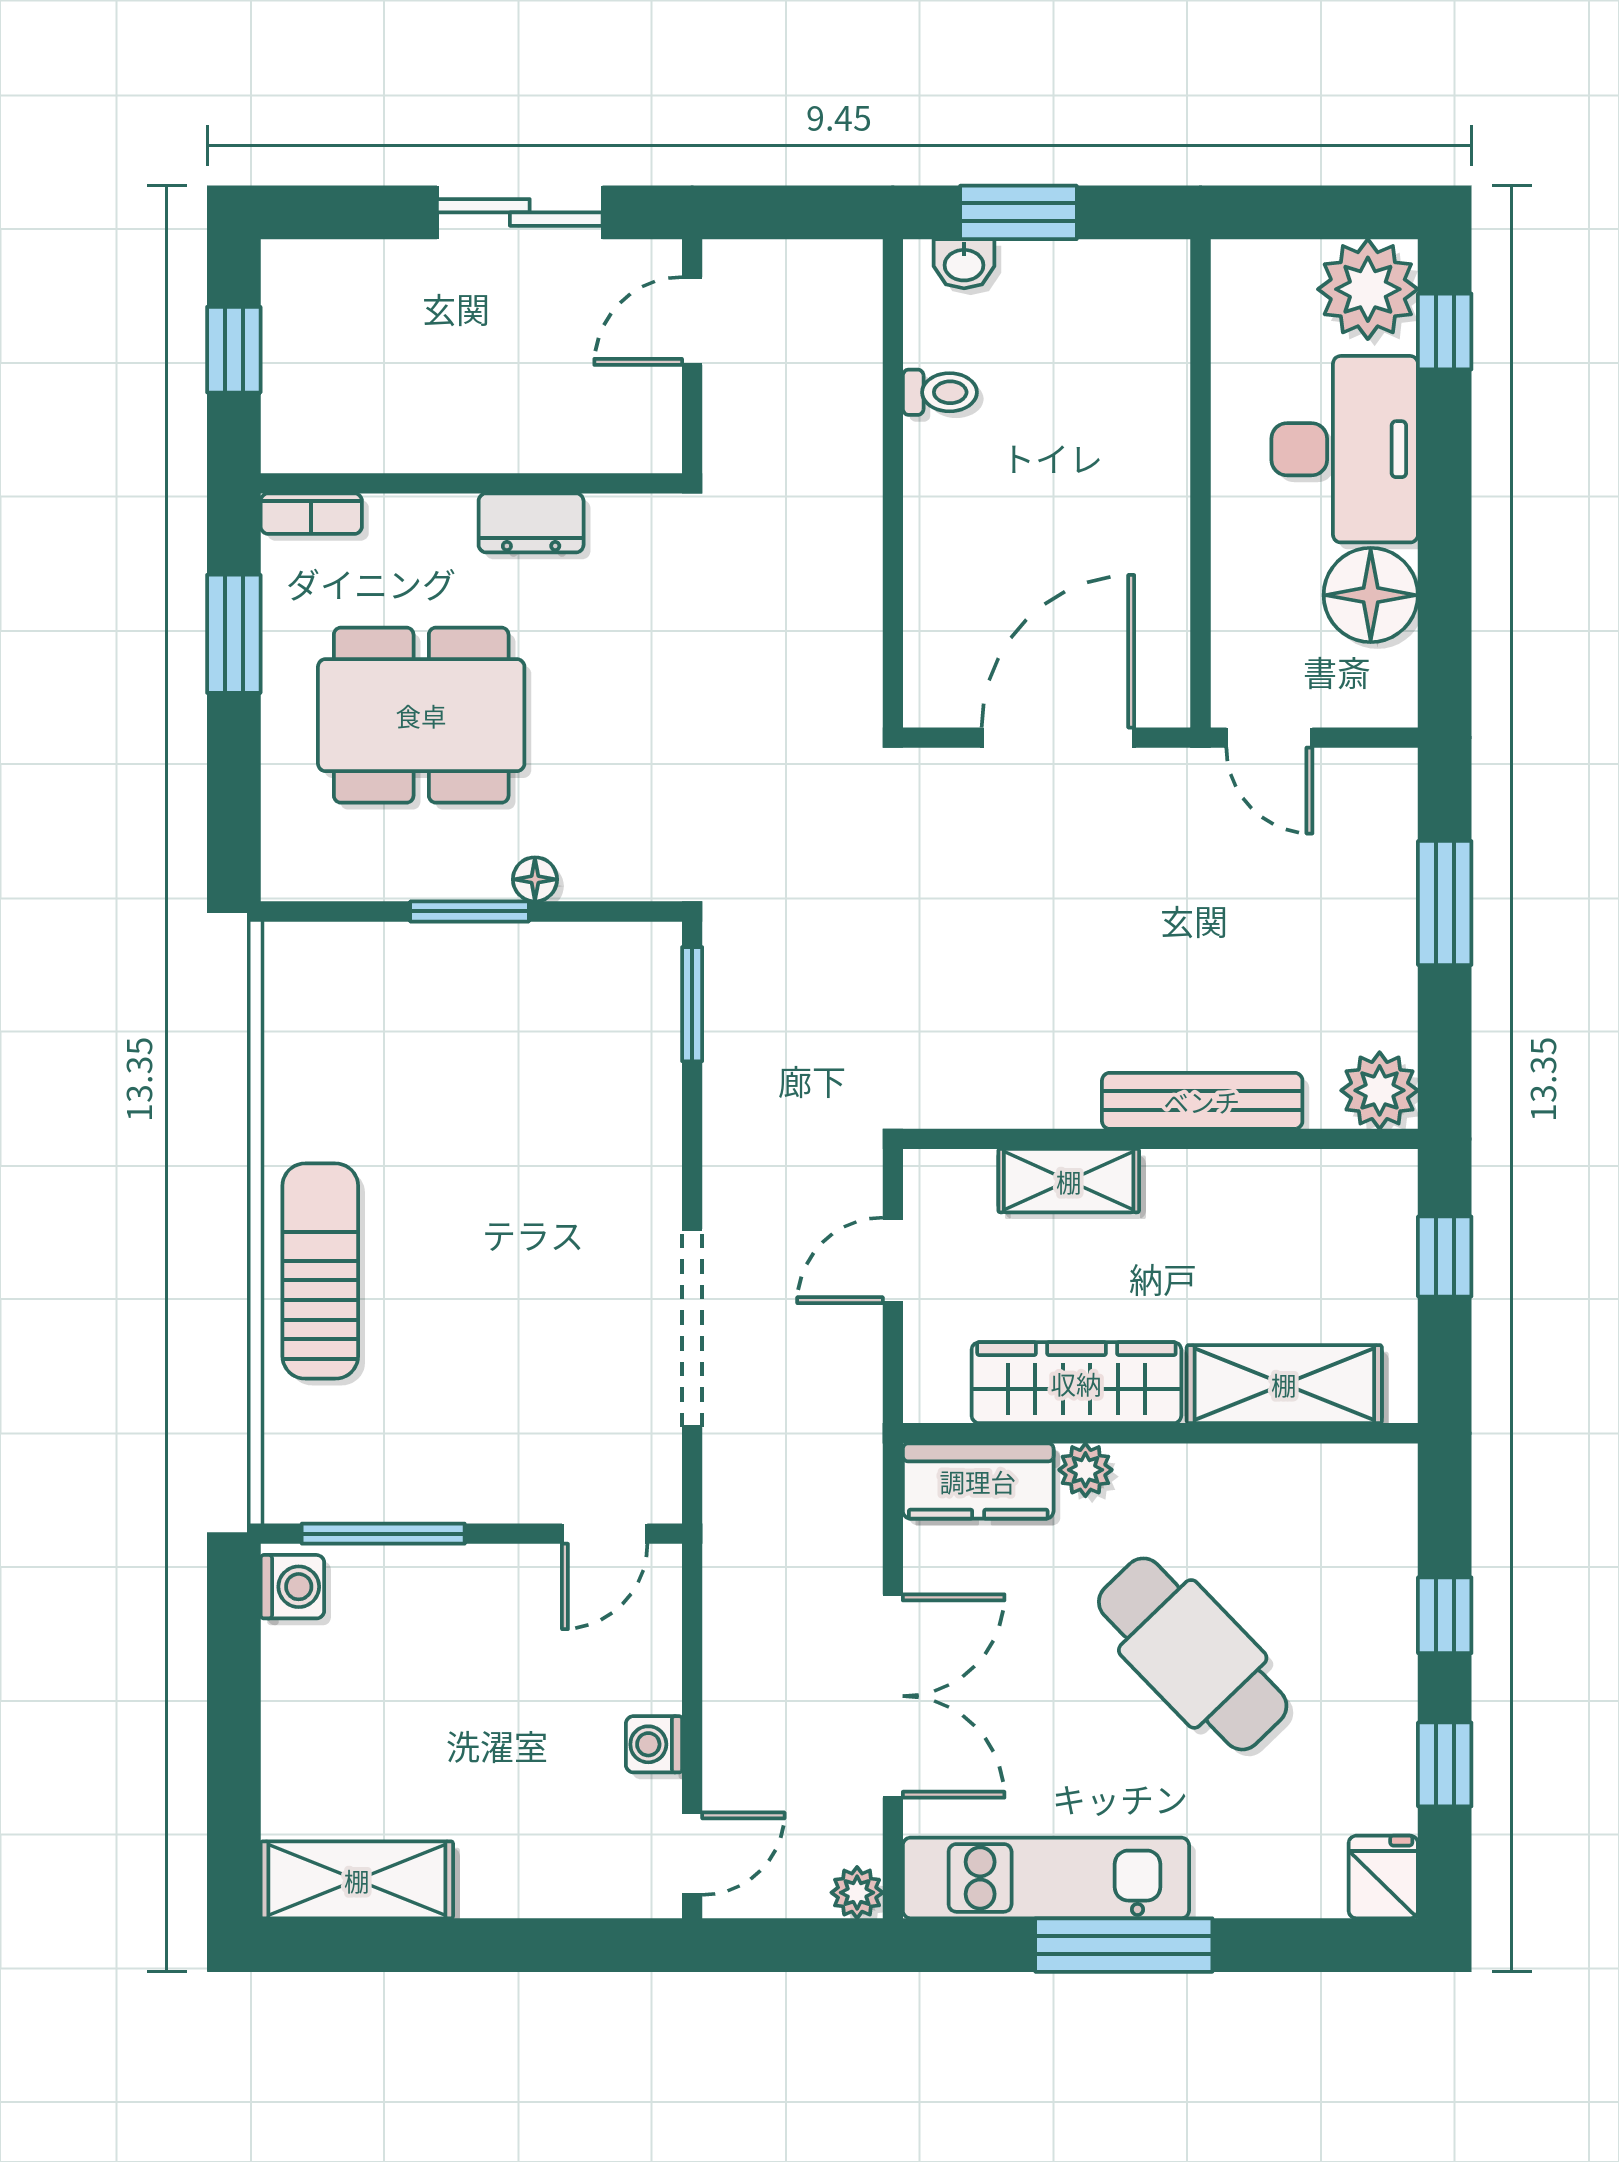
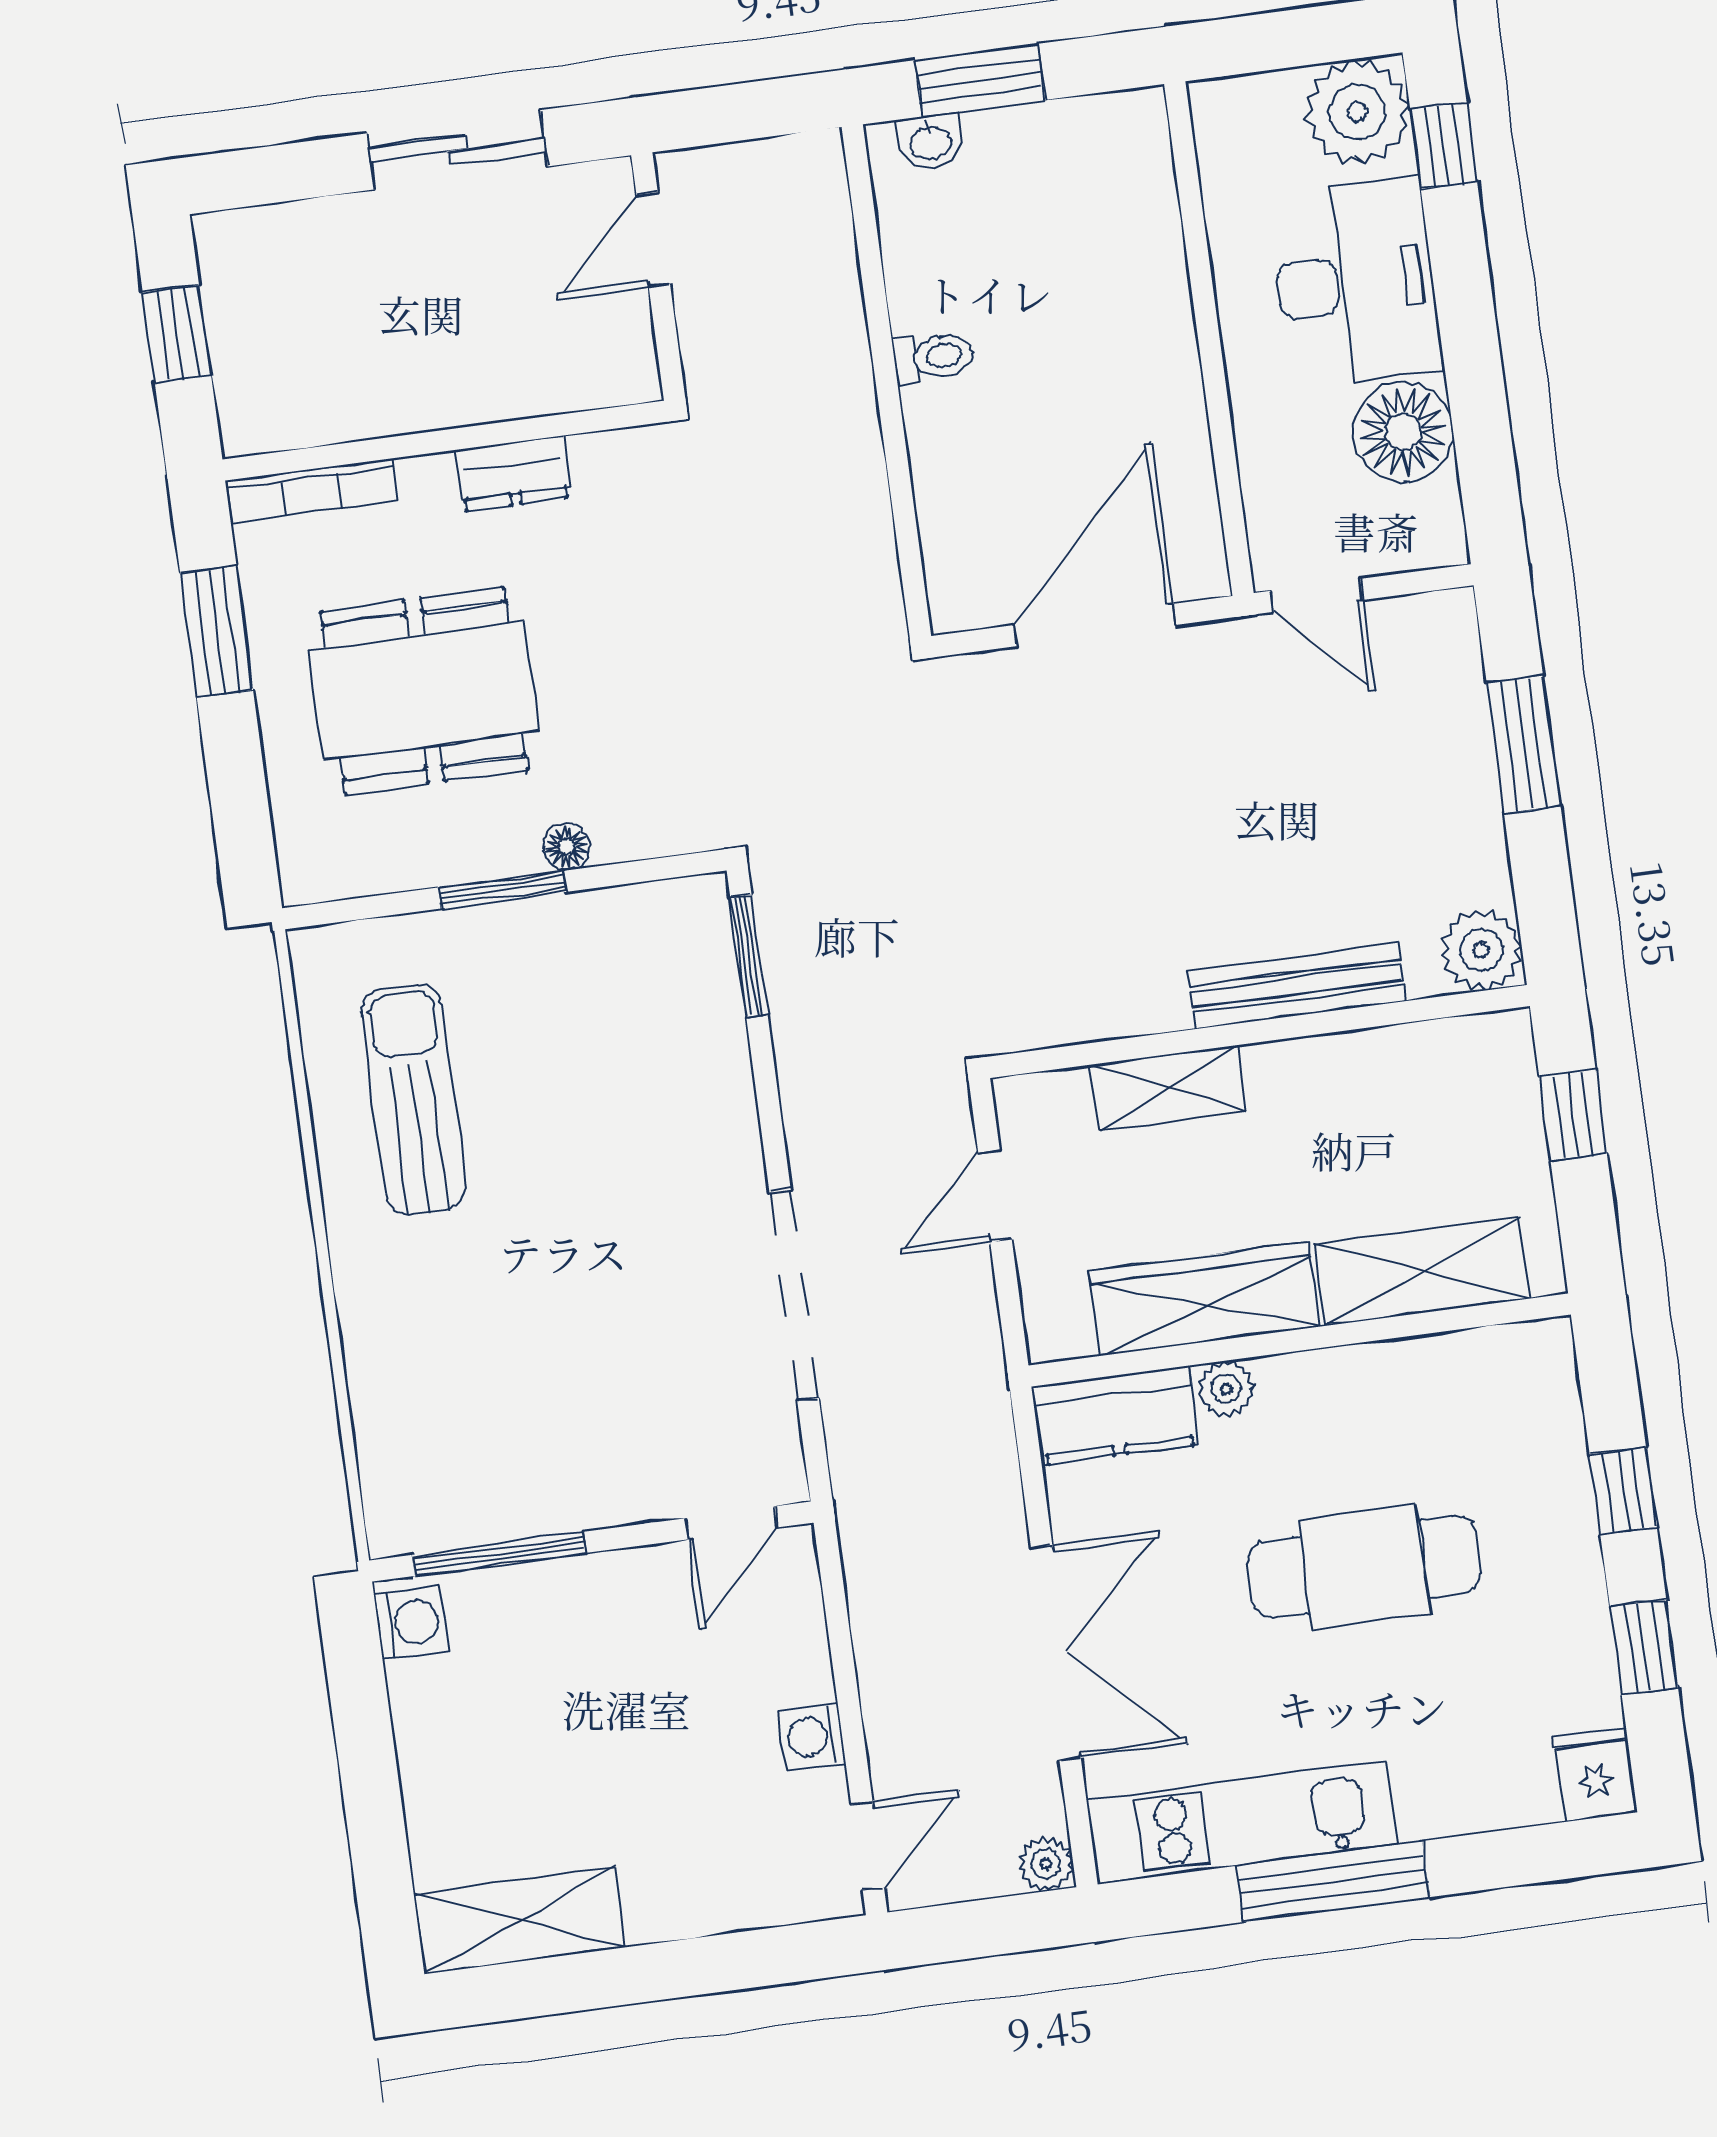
toilet: (940, 392) -> (933, 357), moved
bookcase: (311, 514) -> (311, 491), width x1.56
sun lounger: (320, 1271) -> (413, 1100), moved
cafe table: (1193, 1654) -> (1364, 1567), turned -46

